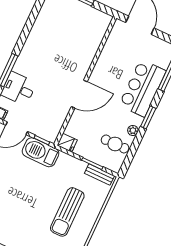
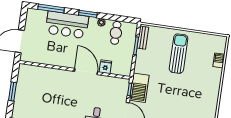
fridge: (67, 143) -> (105, 67), moved
sun lounger: (67, 212) -> (179, 54), turned -90

